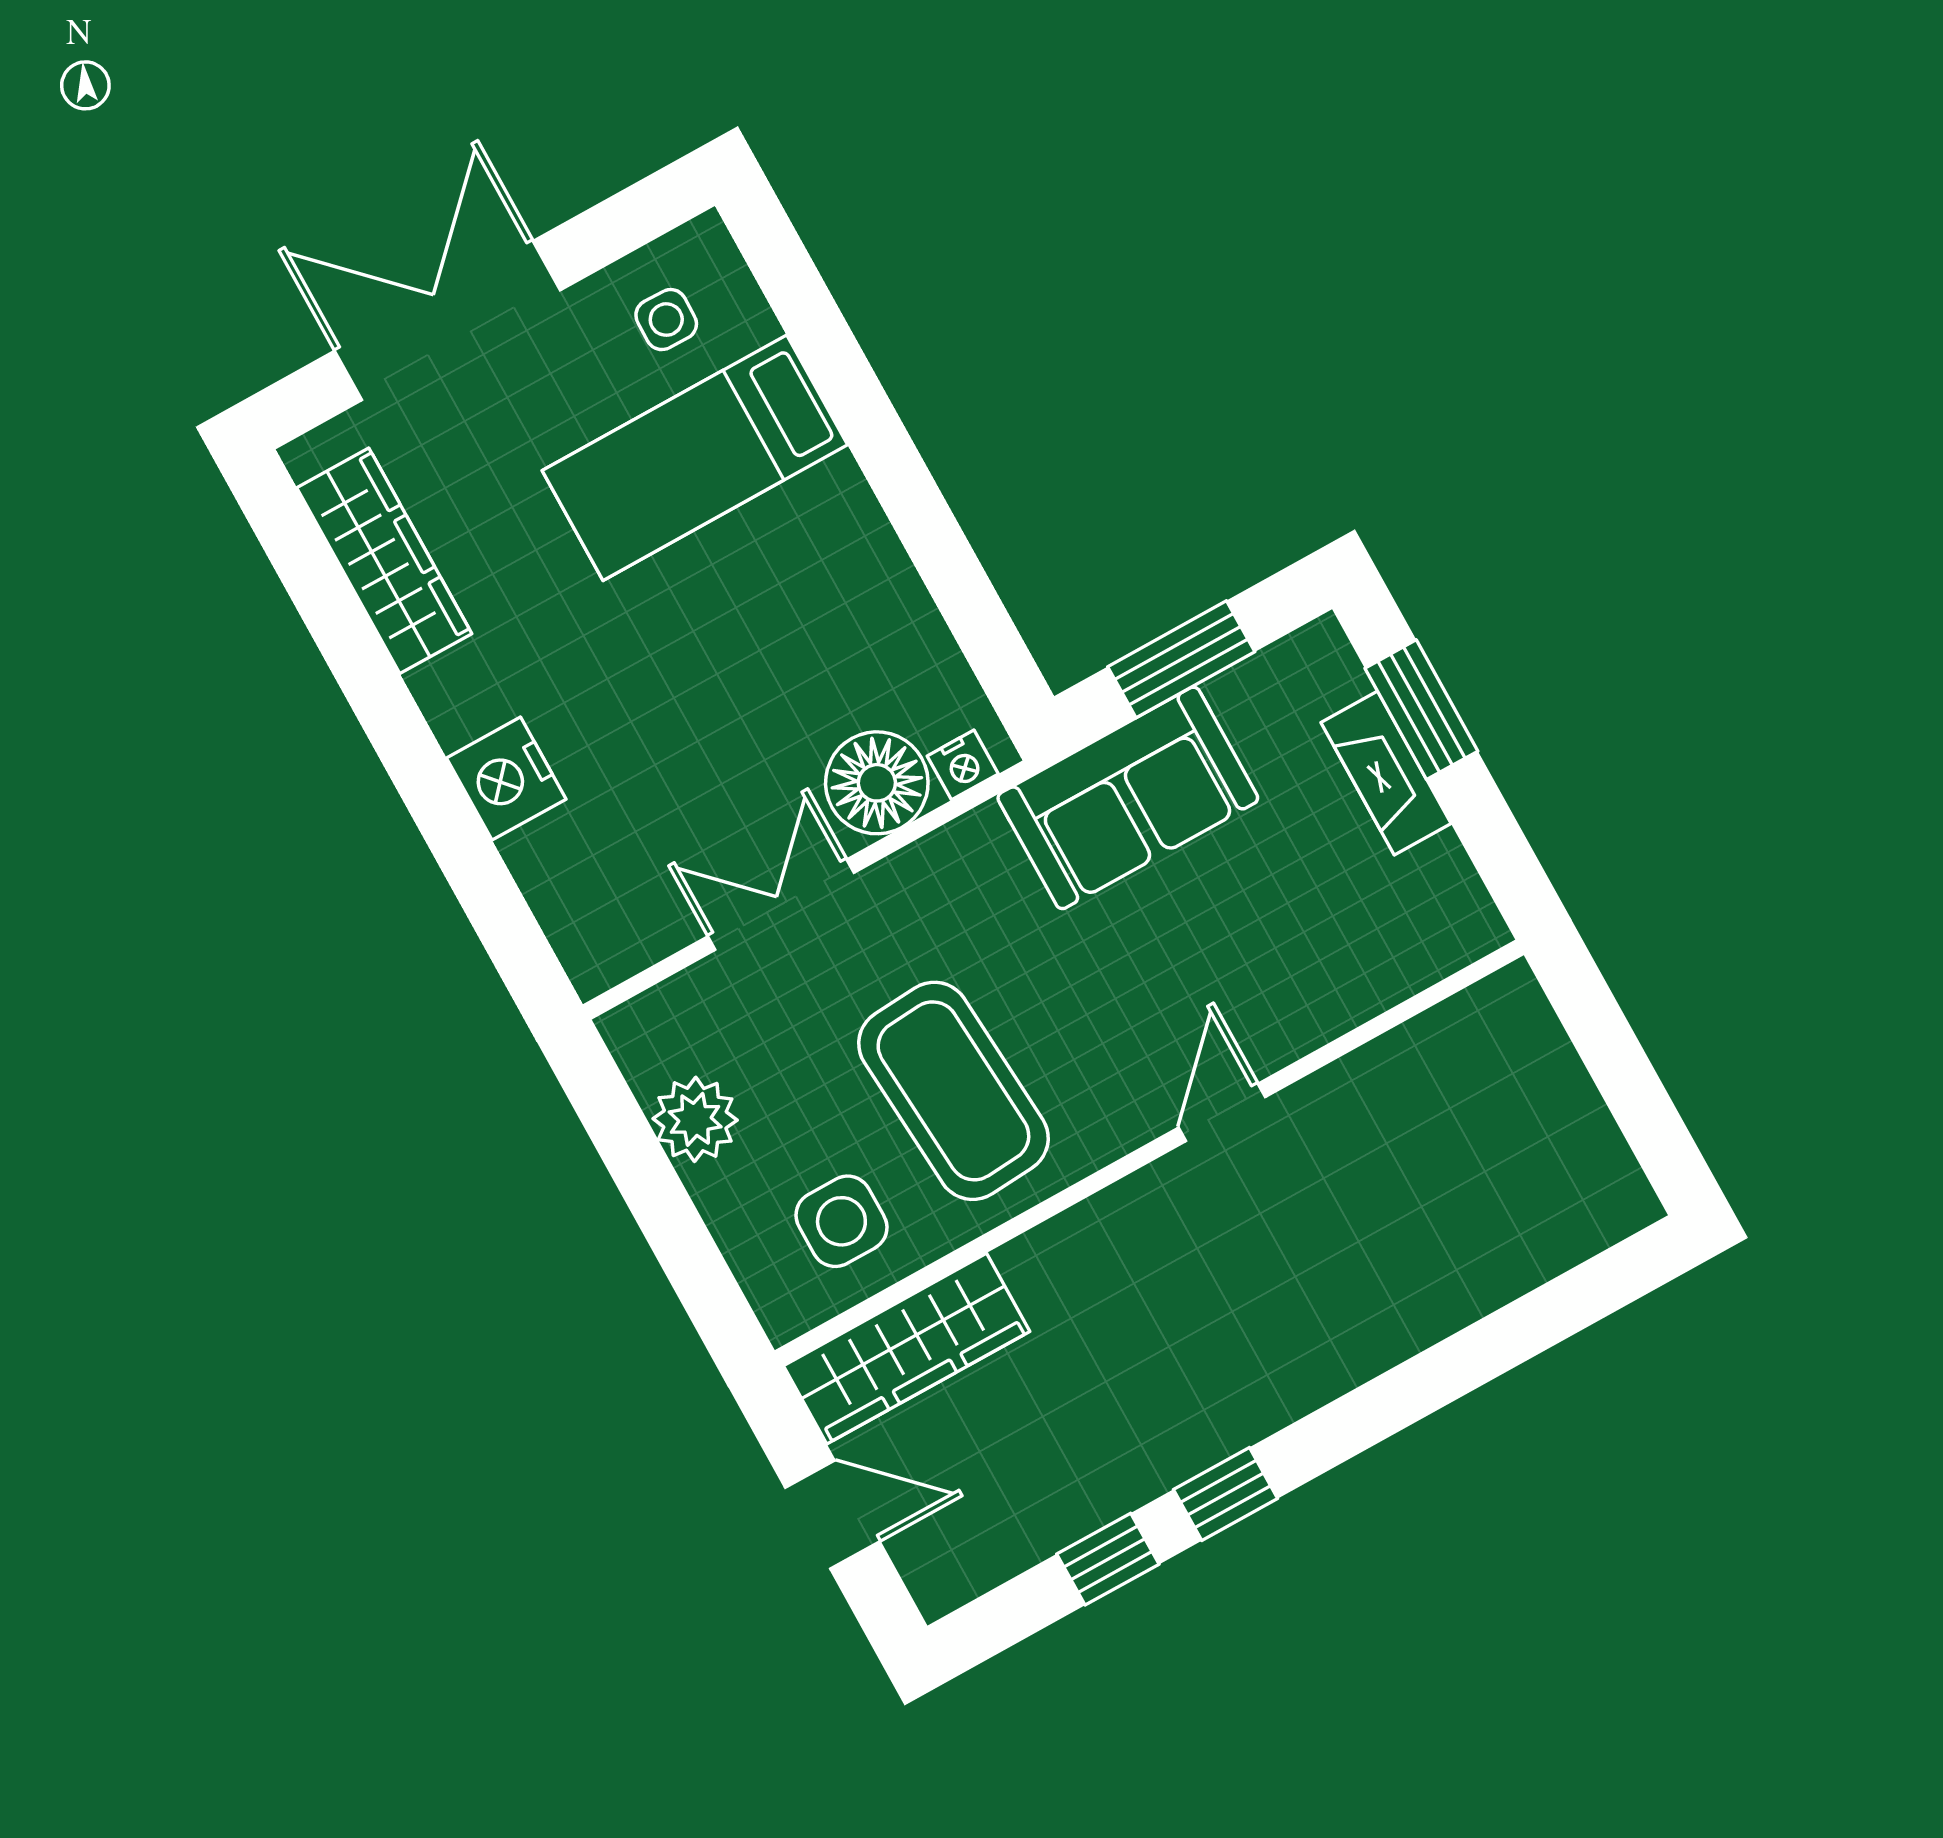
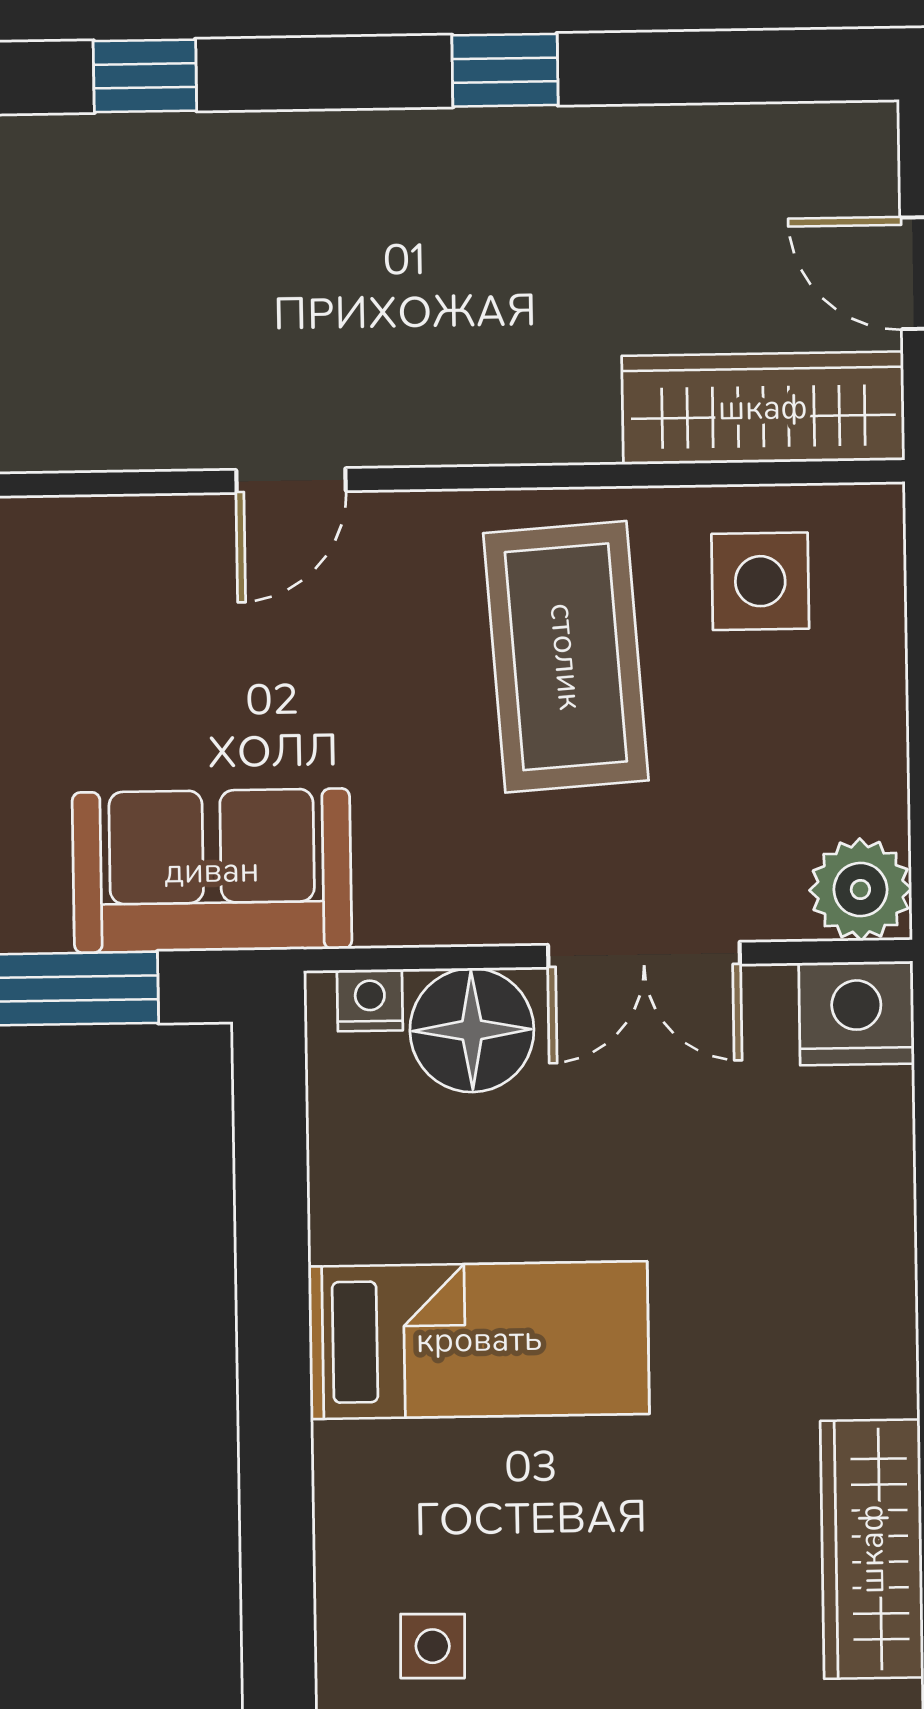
bed: (695, 458) -> (479, 1340), moved
nightstand: (506, 779) -> (856, 1013), moved, turned -90
plant: (695, 1119) -> (860, 889), moved
window: (1108, 1559) -> (145, 76), moved

